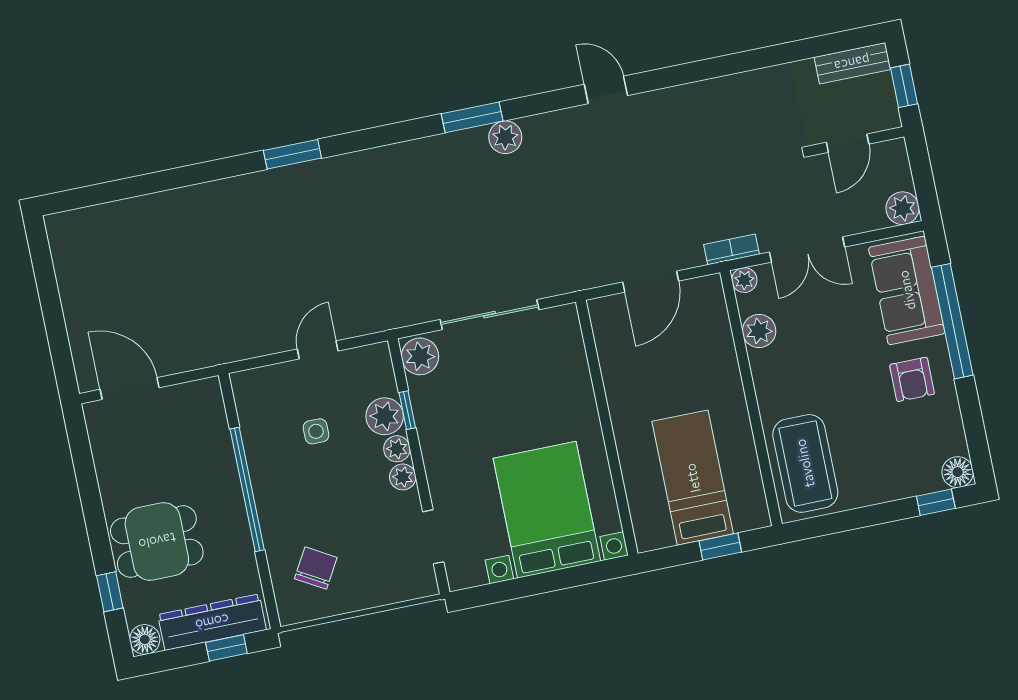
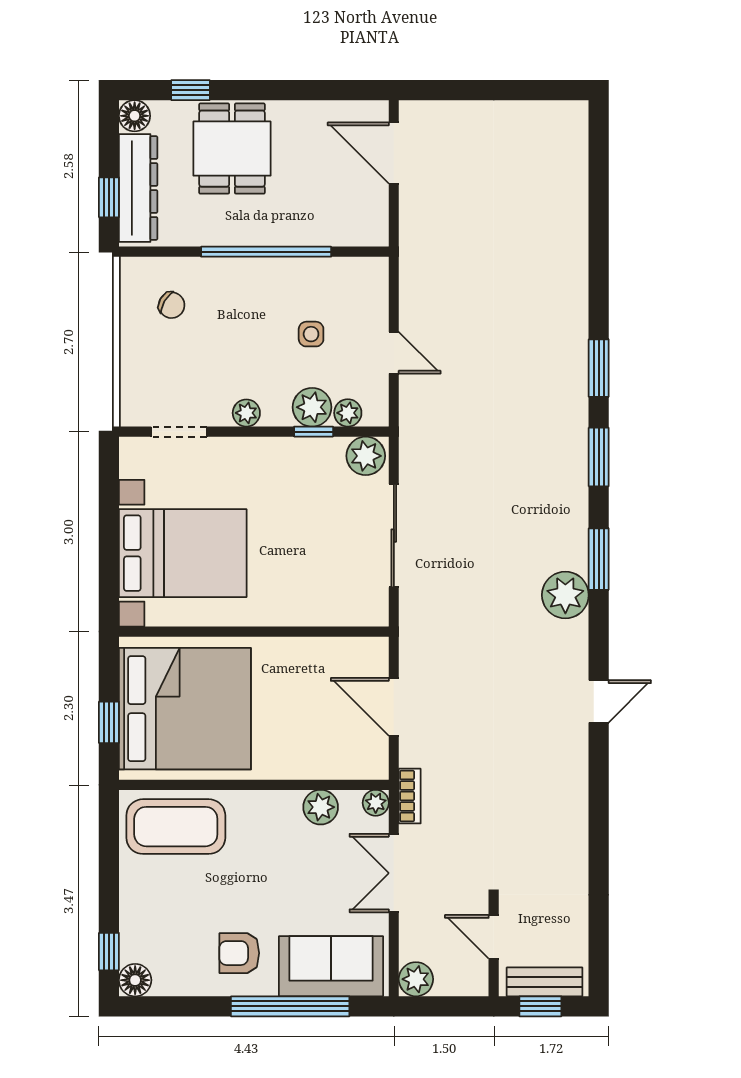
bench: (852, 63) -> (545, 982), moved, turned 90
window: (376, 137) -> (599, 457), added
plant: (505, 137) -> (565, 595), width x1.36, depth x1.36
door: (130, 389) -> (394, 153), swing flipped
plant: (397, 449) -> (348, 413), moved
bed: (693, 478) -> (185, 709), width x2.04
chair: (316, 568) -> (172, 305), width x0.73, depth x0.73

